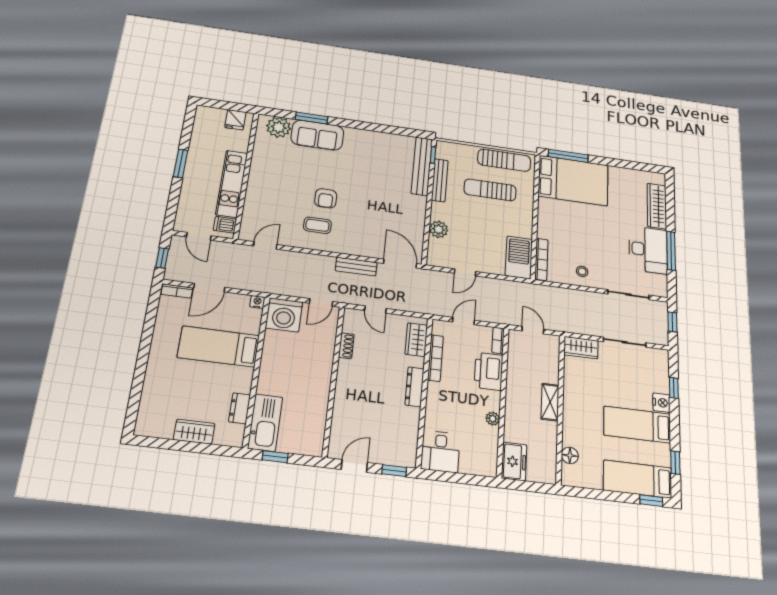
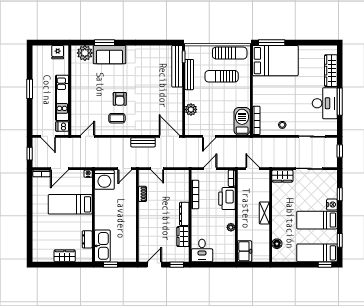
wardrobe: (416, 340) -> (183, 237), moved

